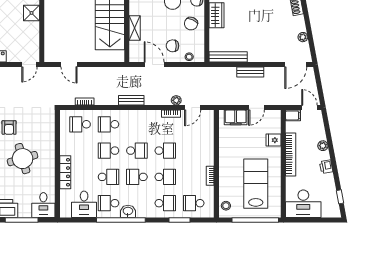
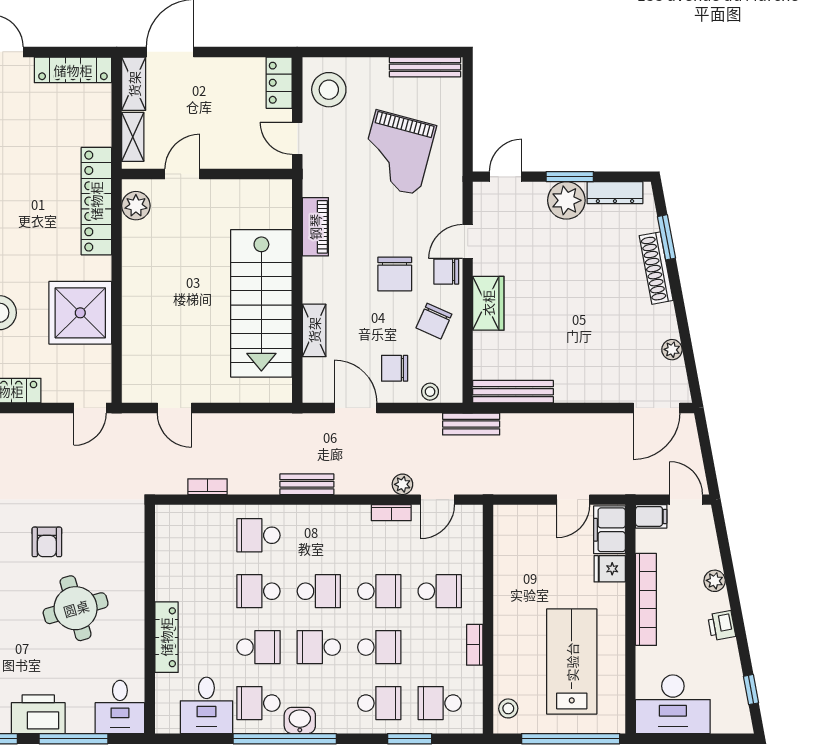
shower: (32, 13) -> (80, 313), width x1.86, depth x1.86
bench: (250, 72) -> (471, 424), moved
filing cabinet: (236, 117) -> (609, 530), moved, turned 90
school desk: (80, 124) -> (440, 591), moved, turned 180

